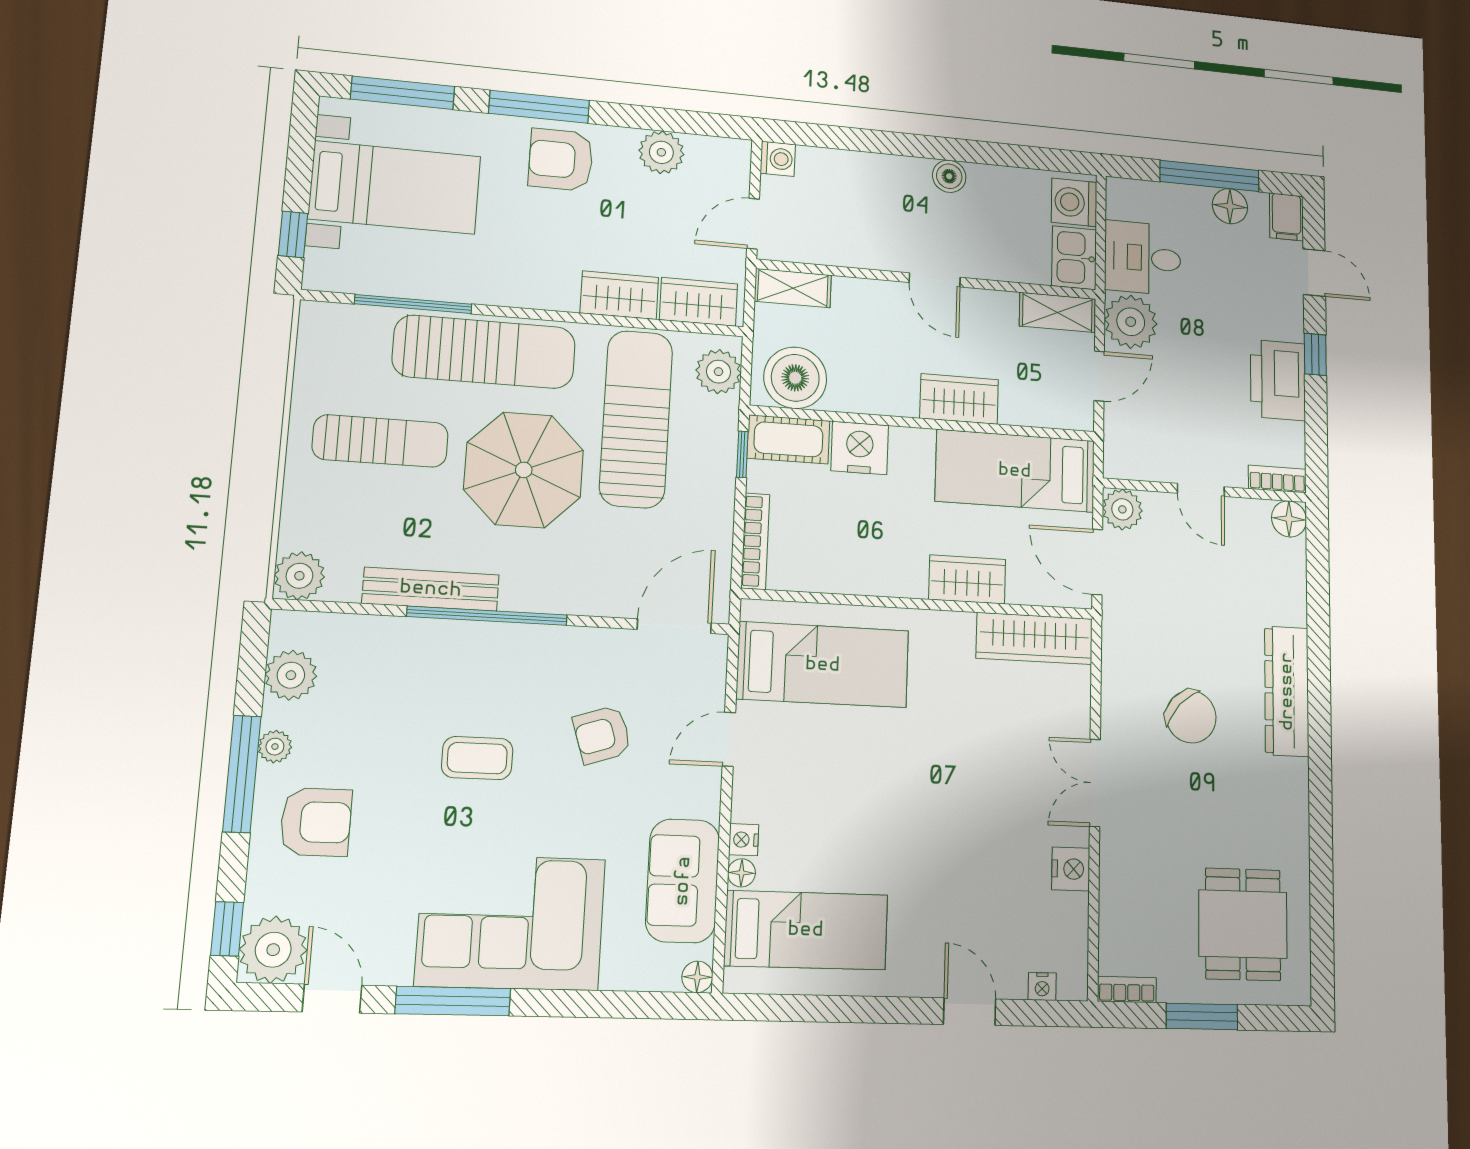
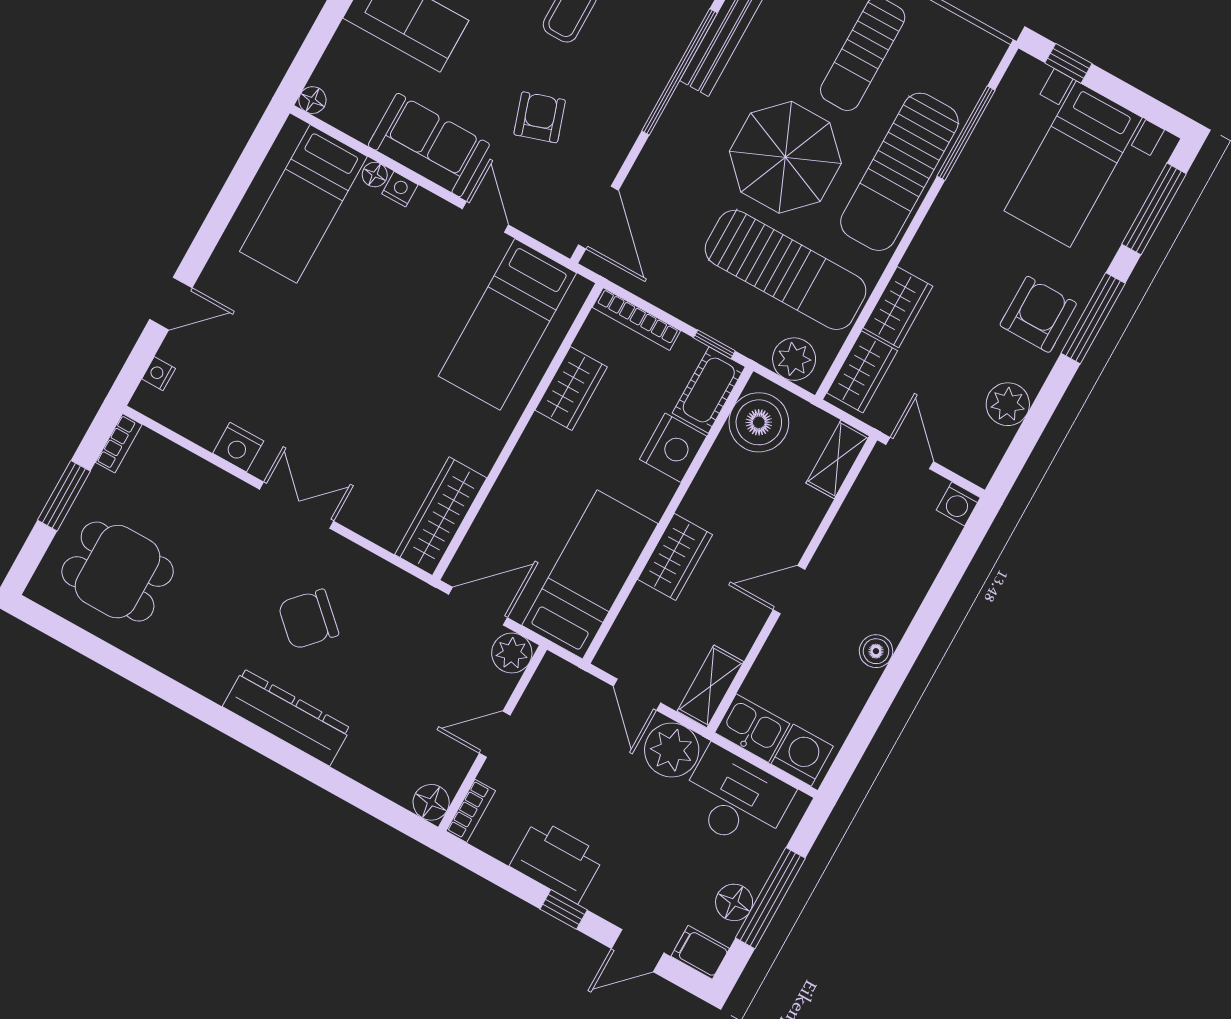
desk: (1143, 258) -> (735, 799), width x1.37
wardrobe: (967, 579) -> (571, 389), moved
sofa: (683, 881) -> (429, 145), moved

